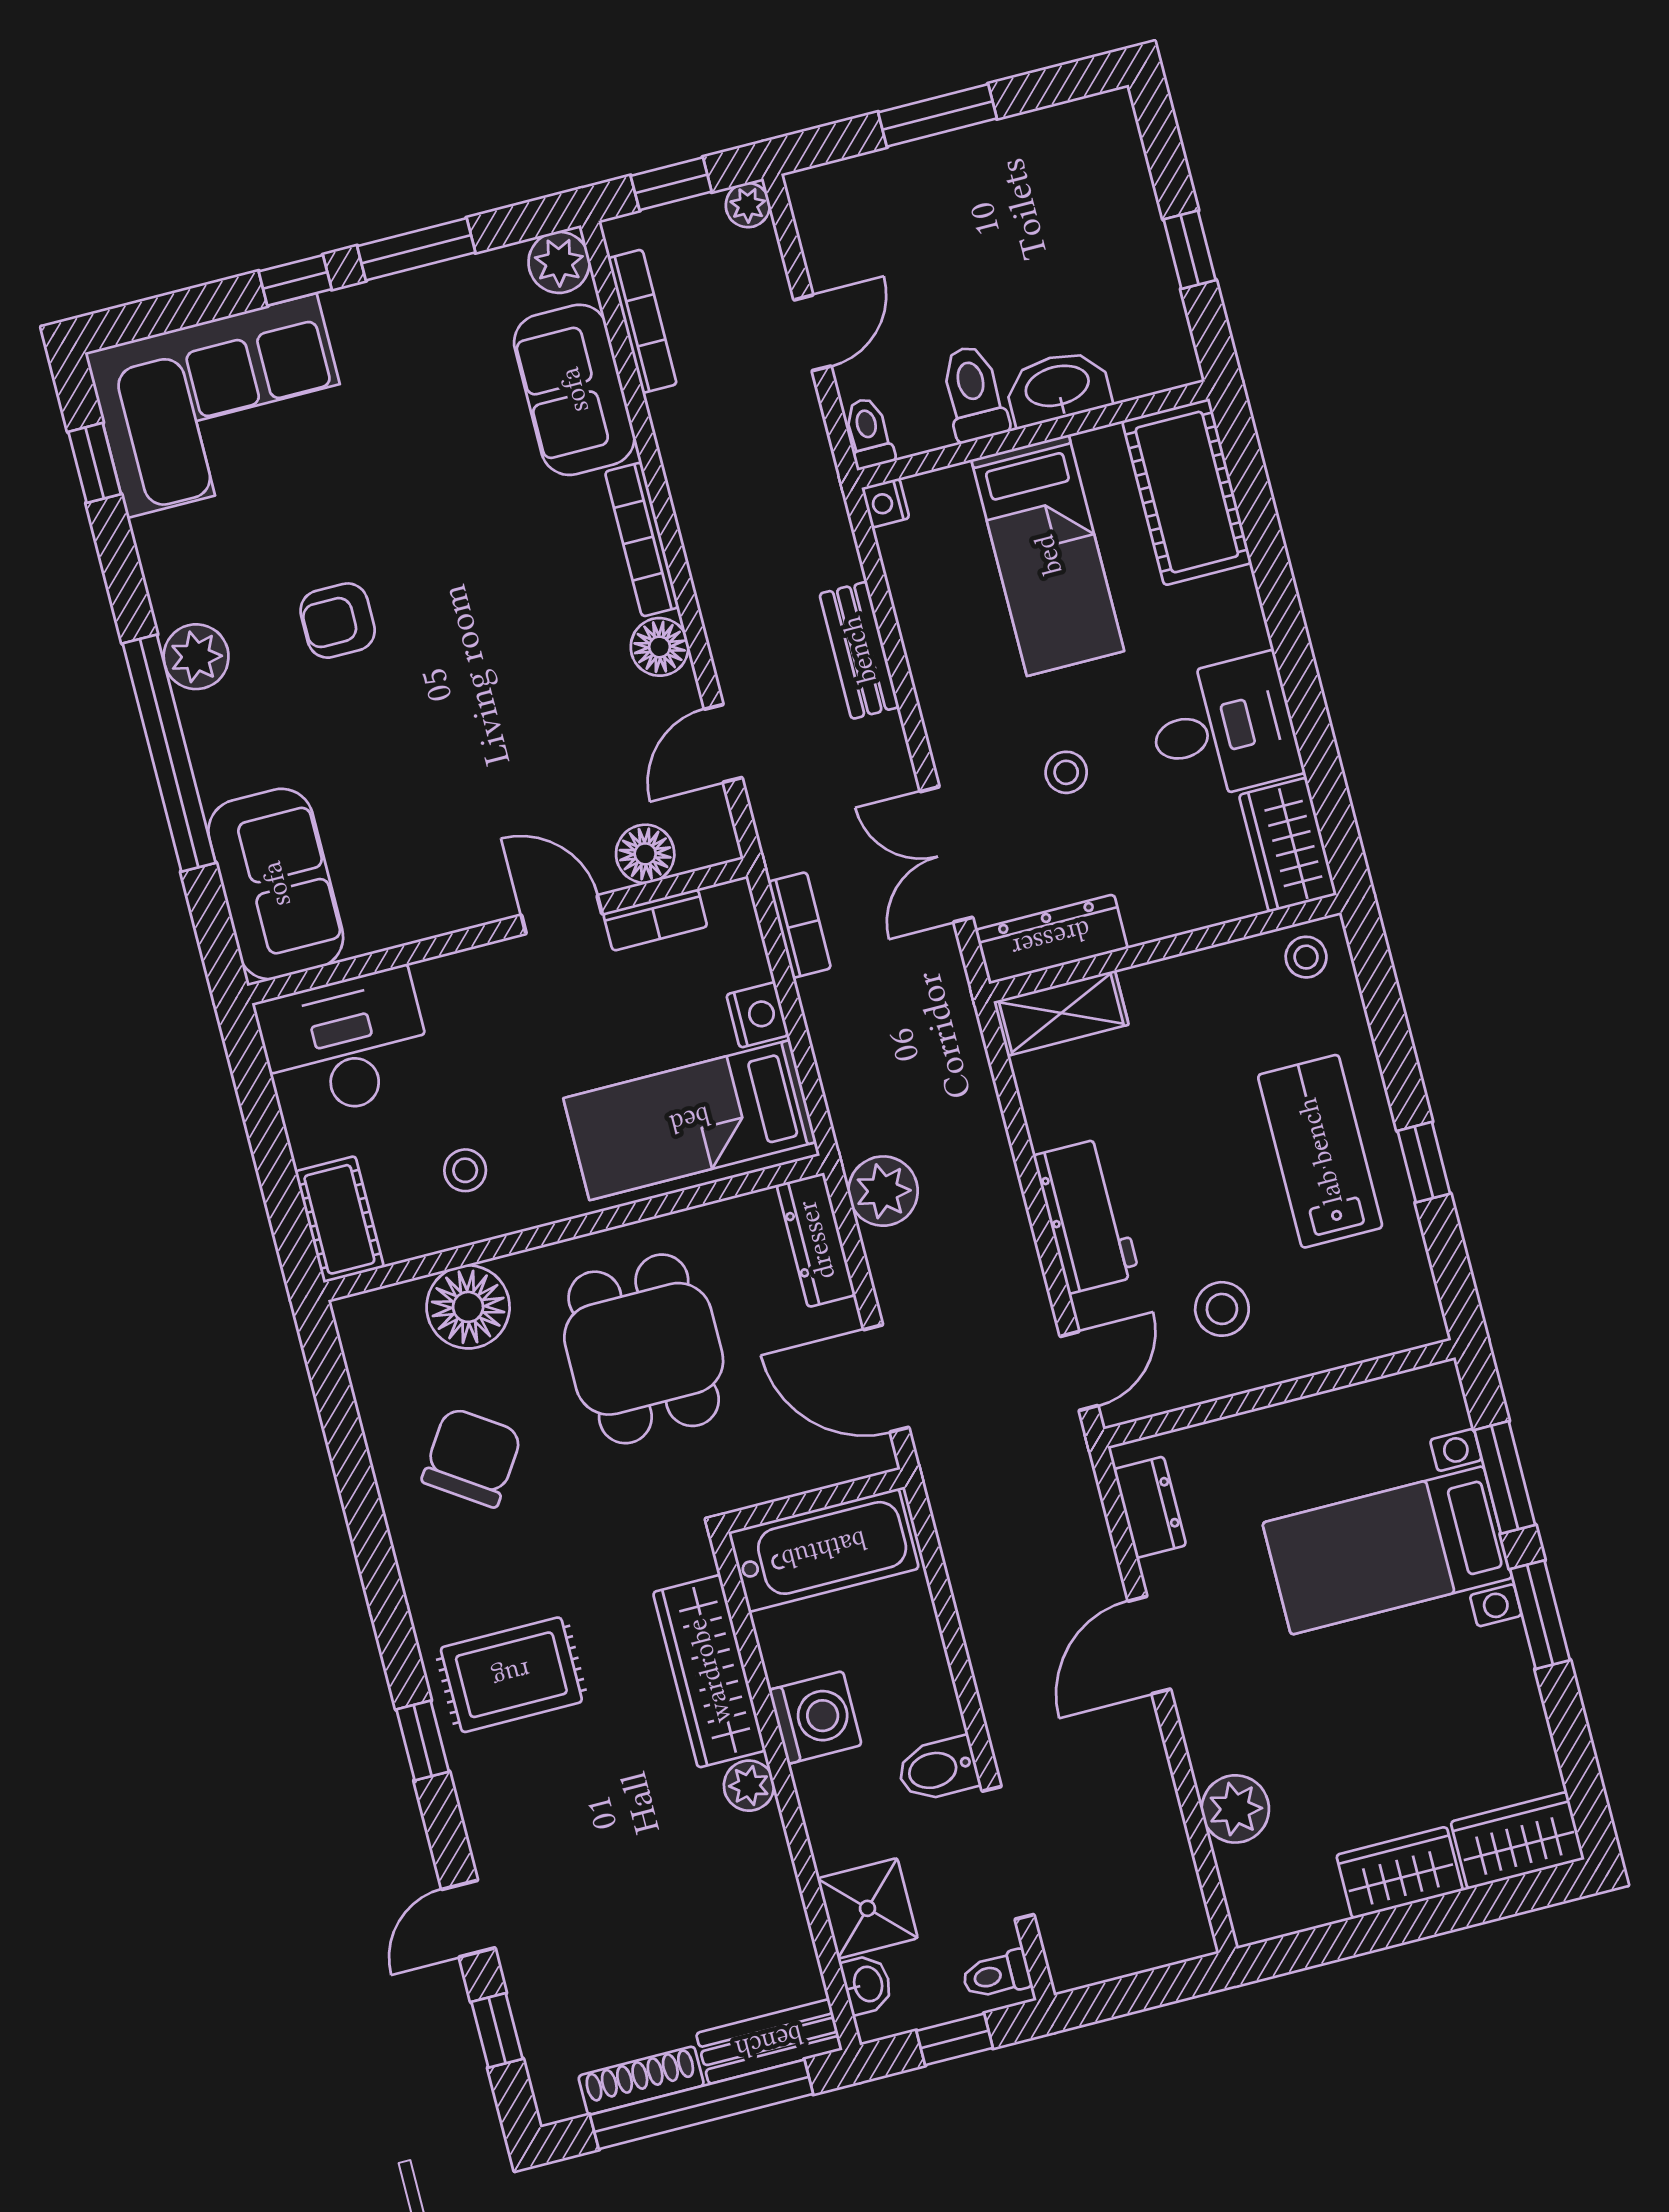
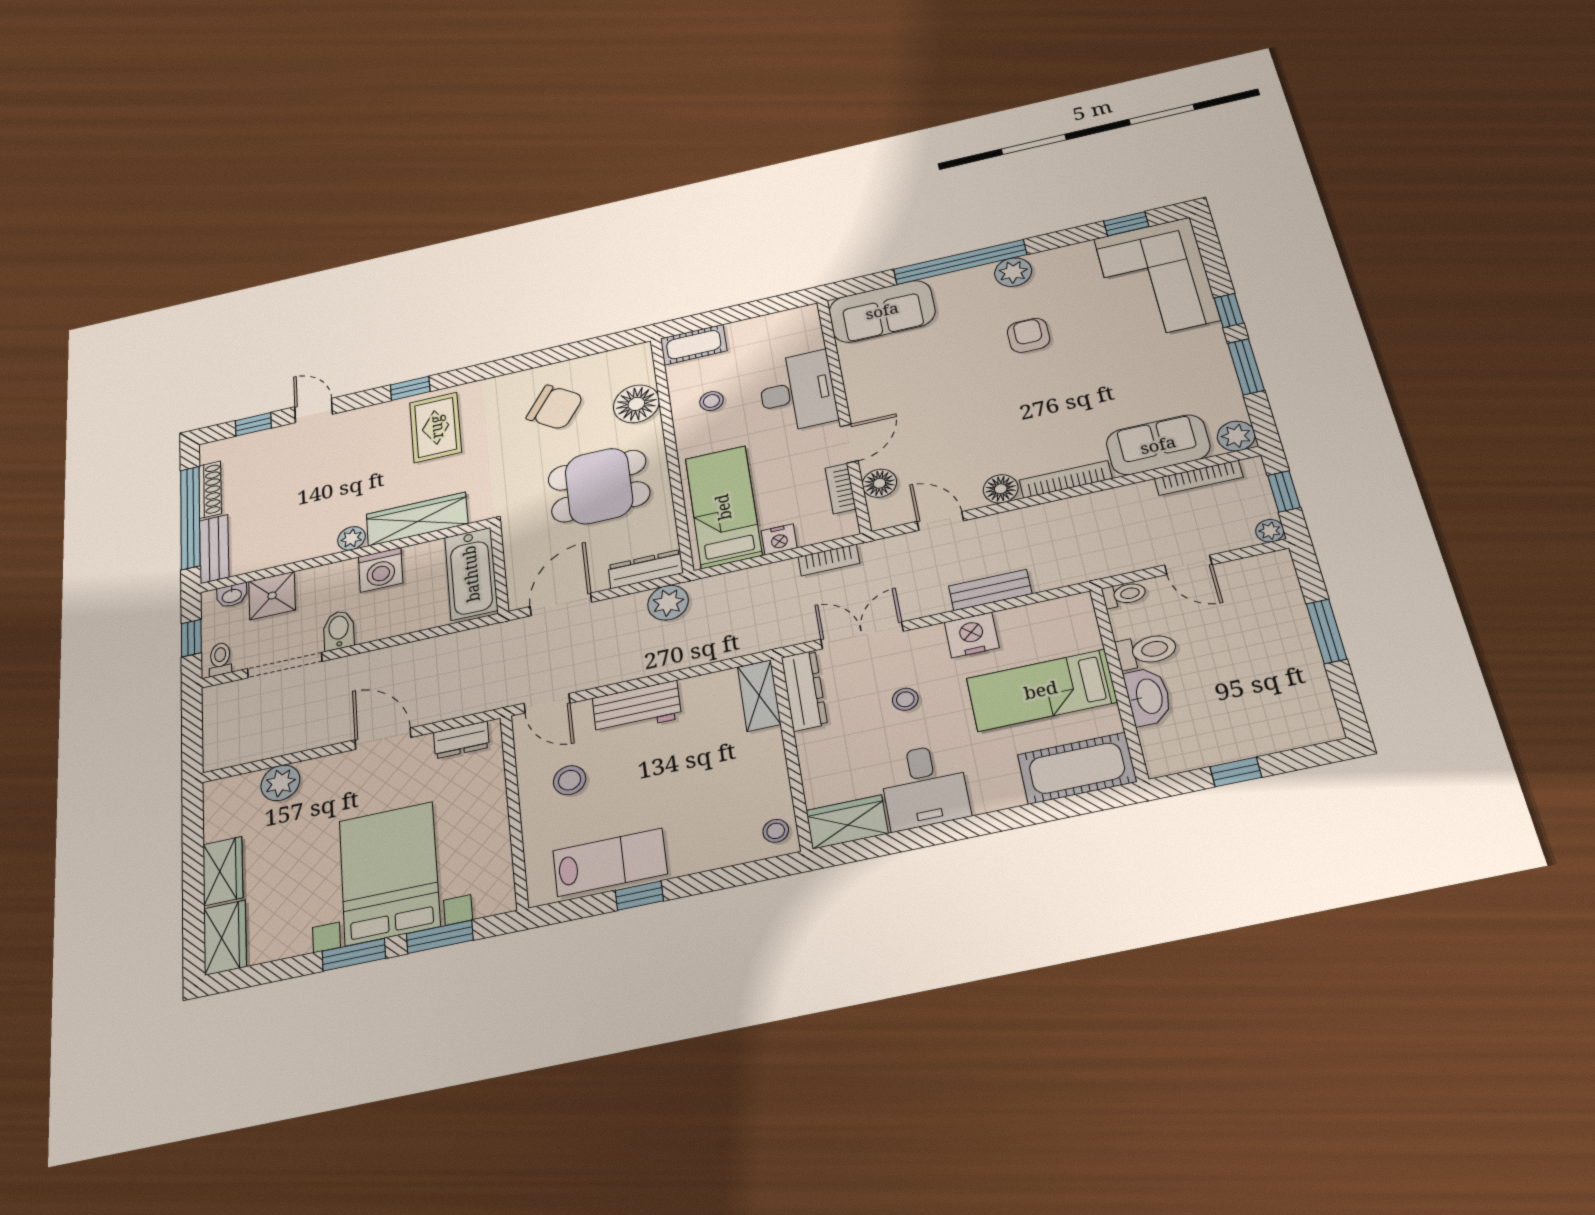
nightstand: (885, 503) -> (972, 635), moved, width x1.89, depth x1.79
desk: (345, 1044) -> (797, 392), moved
lab bench: (1320, 1151) -> (610, 862), moved
bed with nightstands: (1387, 1550) -> (389, 873), width x1.36

